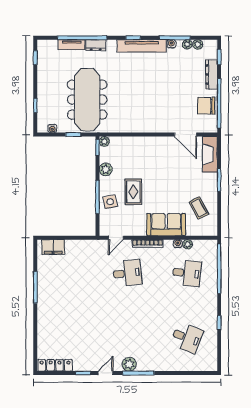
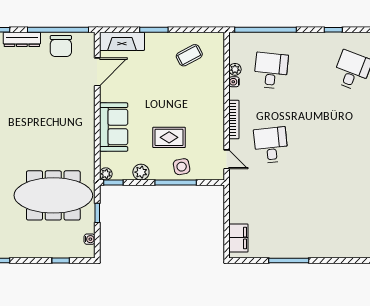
sofa: (166, 225) -> (114, 127), moved, turned 180

